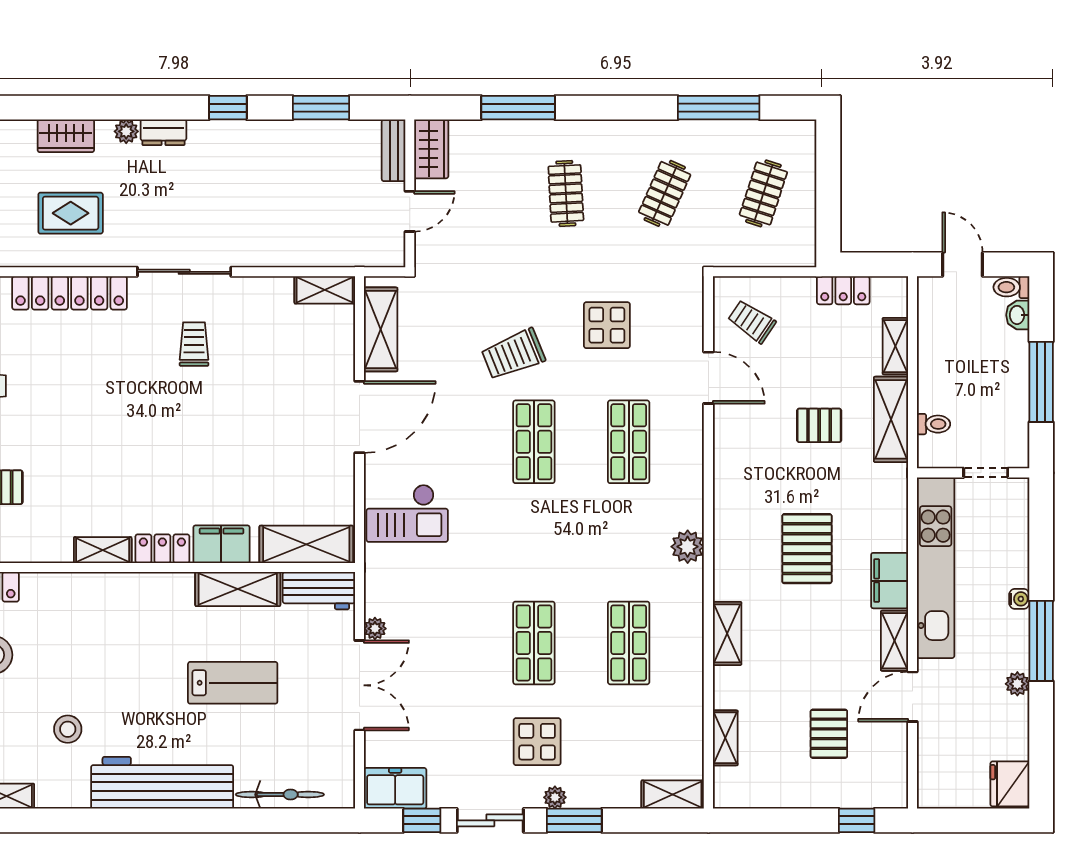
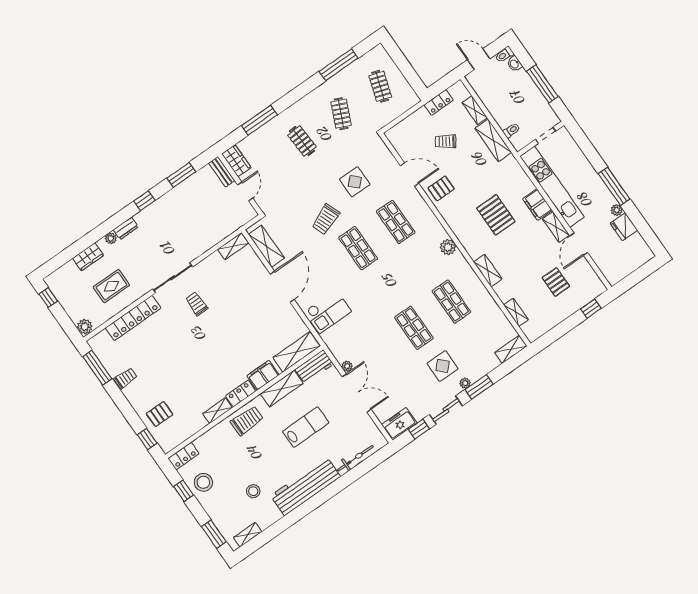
trolley: (752, 321) -> (446, 141), moved
pallet: (819, 425) -> (441, 188), moved
water cooler: (1019, 599) -> (594, 176), removed
trolley: (141, 602) -> (247, 421), added
fridge: (1010, 784) -> (624, 227), moved

